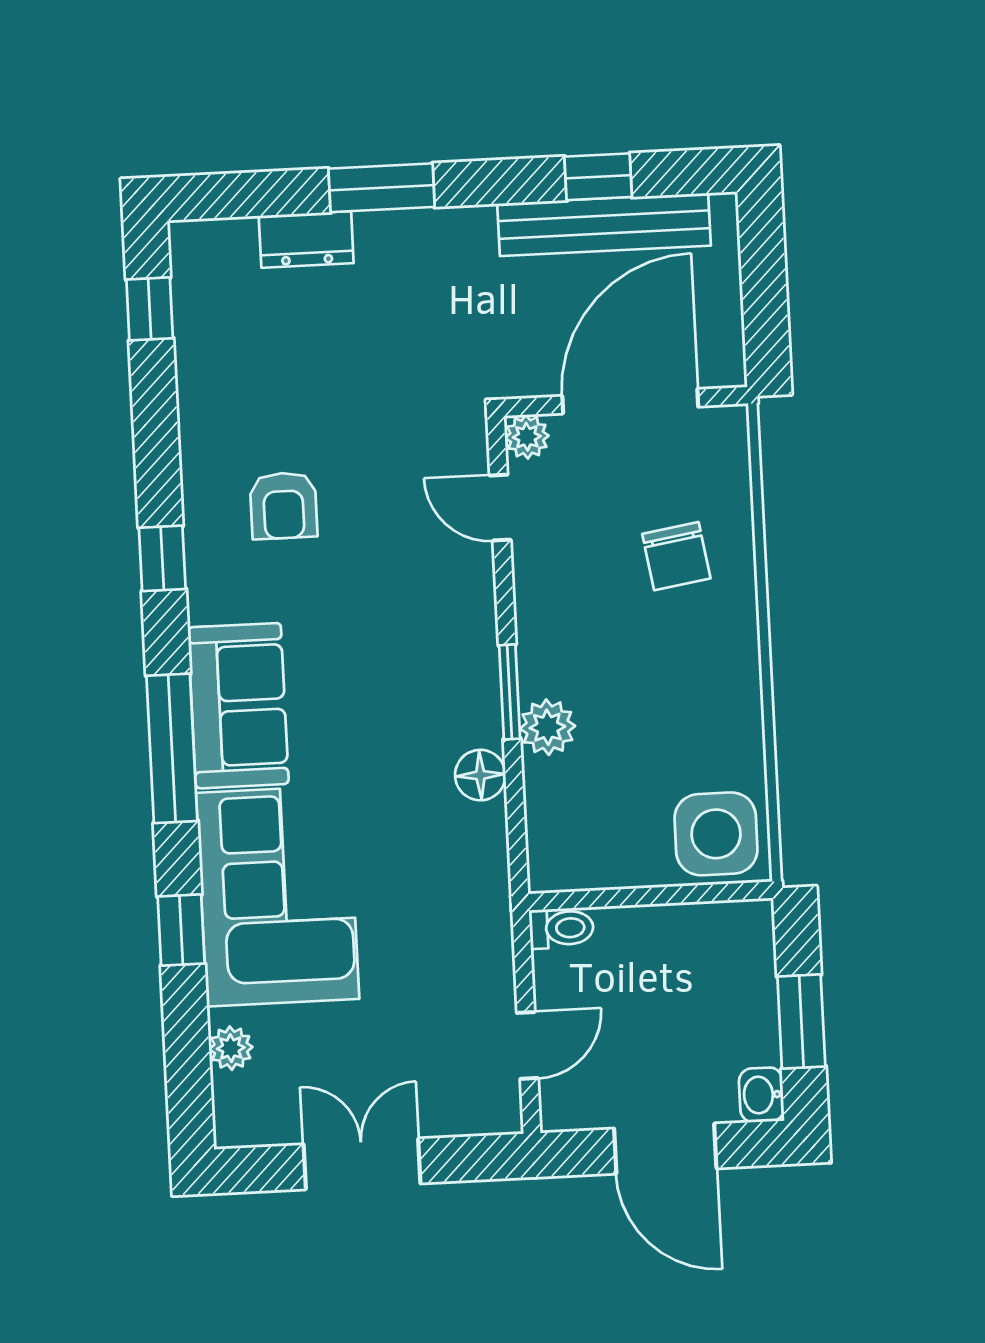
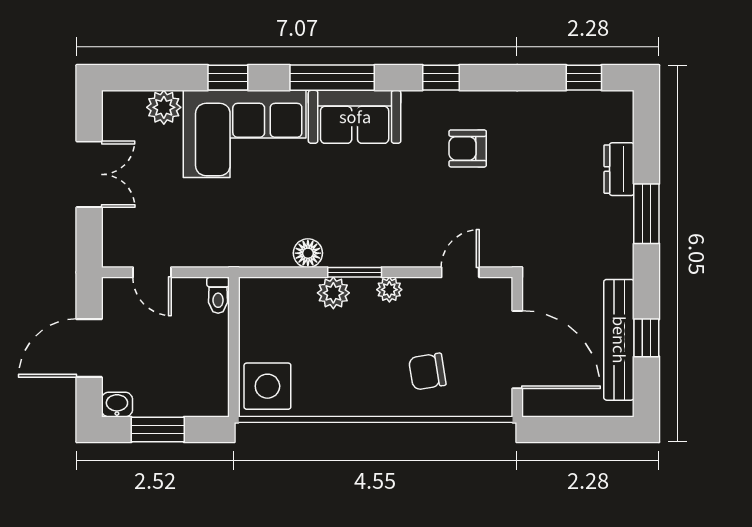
plant: (527, 437) -> (389, 290), moved
plant: (231, 1048) -> (164, 107), width x1.38, depth x1.38

